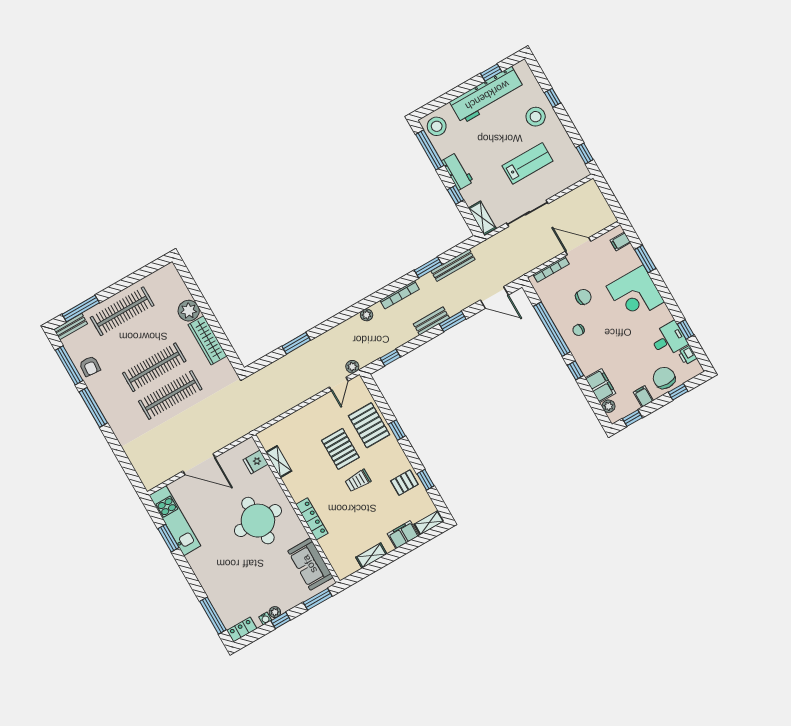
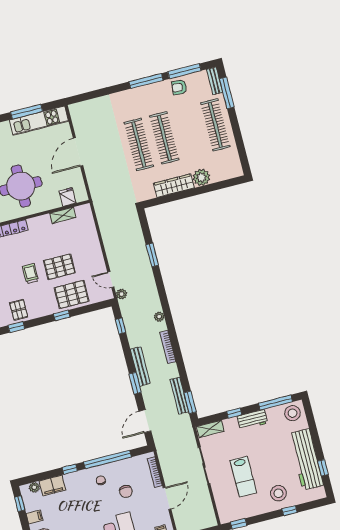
window: (428, 267) -> (190, 402), moved
bench: (431, 321) -> (140, 366), width x1.36
window: (168, 538) -> (27, 112), width x1.44

